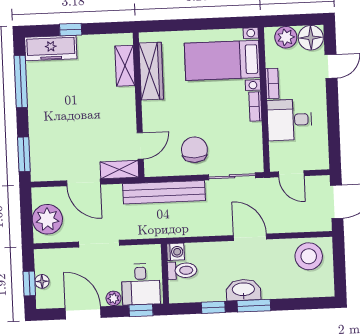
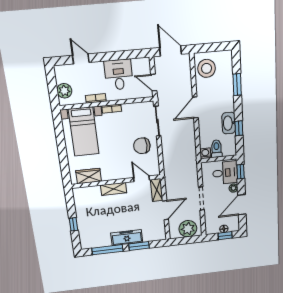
floor lamp: (311, 38) -> (63, 74), removed
freezer: (51, 48) -> (127, 238), moved, turned -90
shelving: (125, 66) -> (114, 189), moved
wardrobe: (151, 71) -> (89, 176), width x0.67
desk: (289, 120) -> (119, 75), moved, turned 180
window: (24, 154) -> (139, 246), moved
door: (291, 174) -> (154, 83), swing flipped
bench: (164, 192) -> (169, 163), removed
washbasin: (243, 290) -> (229, 123), moved
window: (254, 306) -> (237, 85), moved

